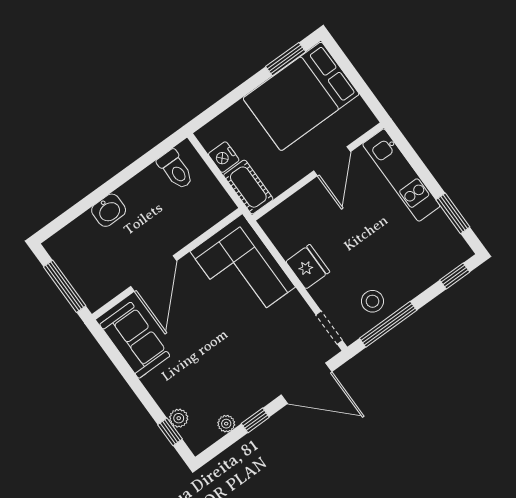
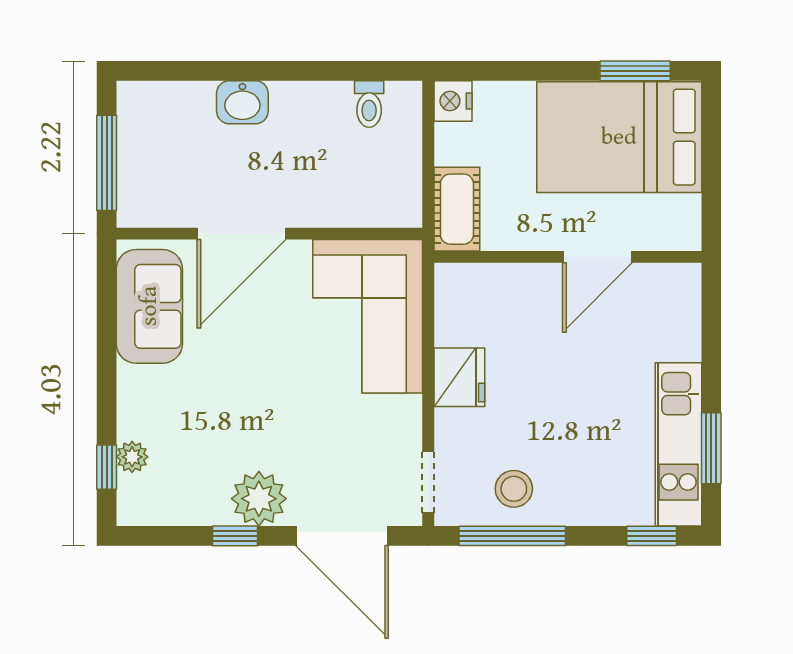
nightstand: (224, 157) -> (453, 101), moved
toilet: (176, 170) -> (369, 104), width x0.73, depth x0.72
kitchen unit: (401, 175) -> (678, 444), moved
plant: (226, 424) -> (259, 499), moved, width x1.88, depth x1.88

